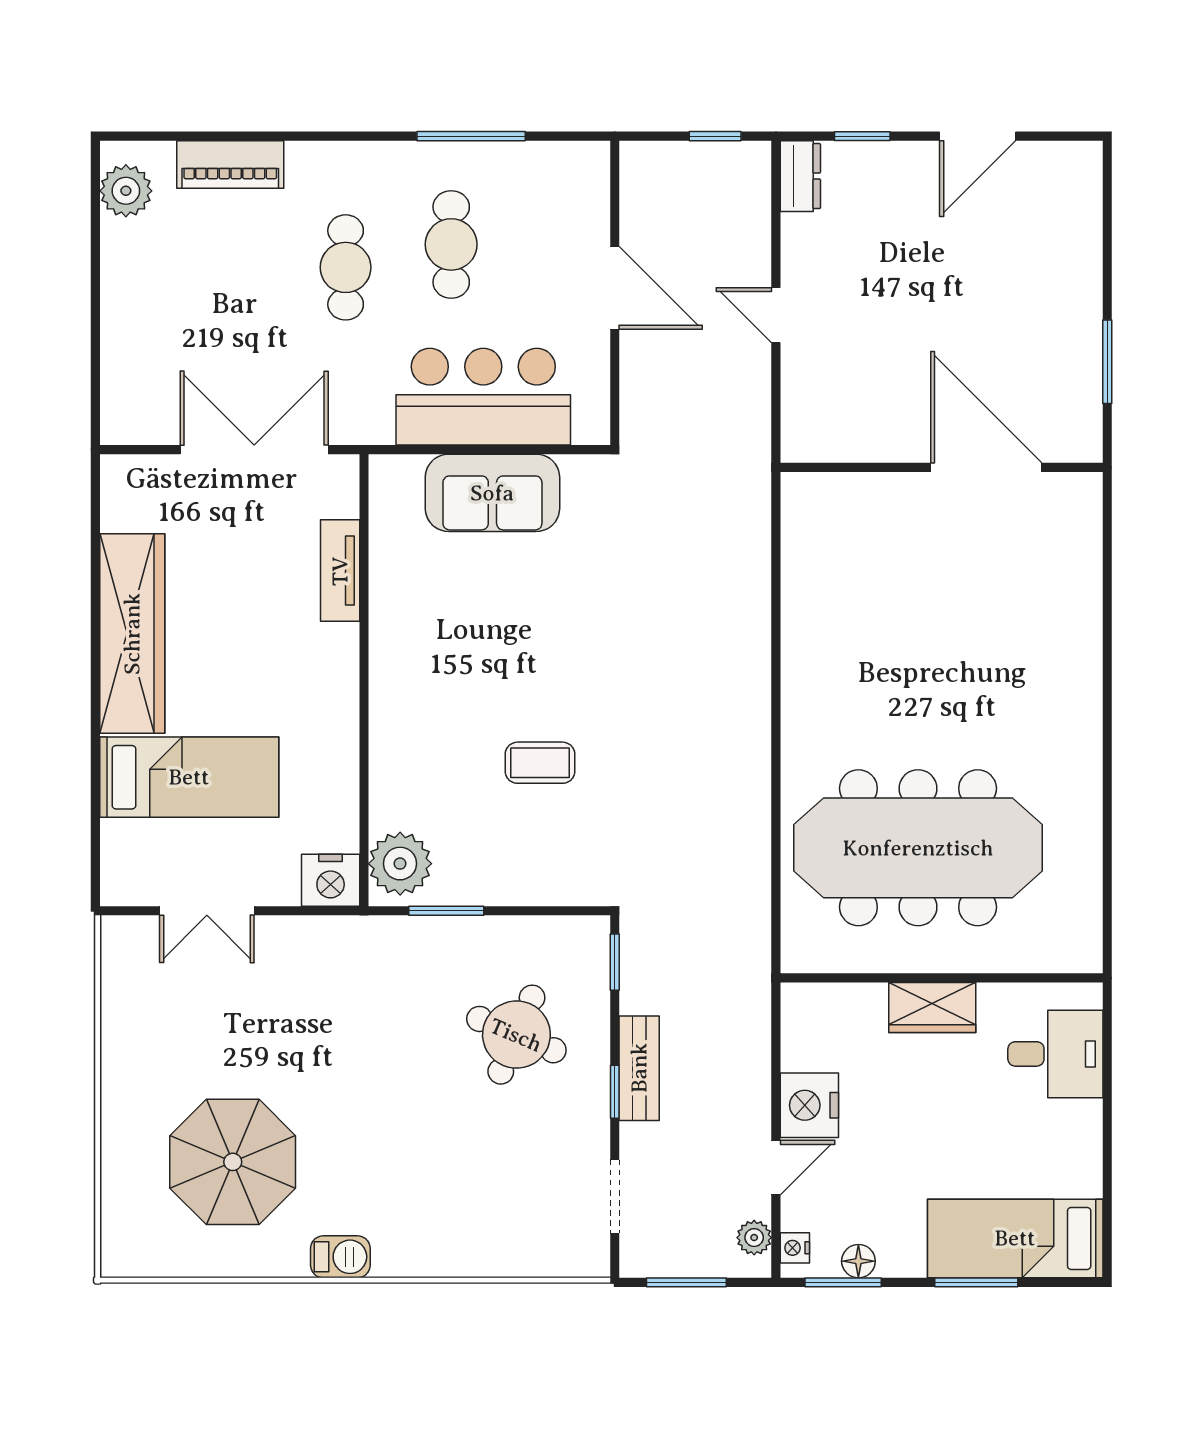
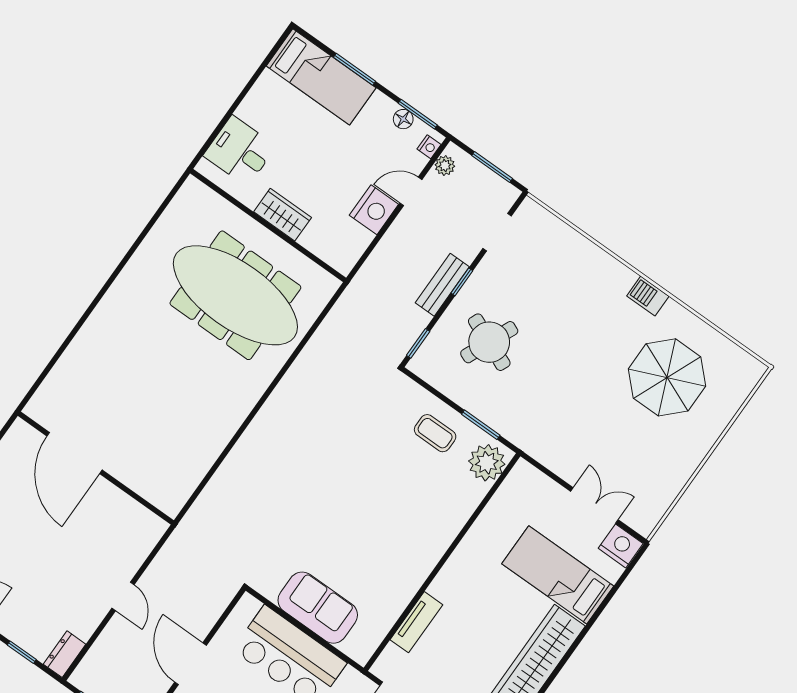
coffee table: (540, 763) -> (435, 433), moved
nightstand: (331, 880) -> (621, 546), moved

